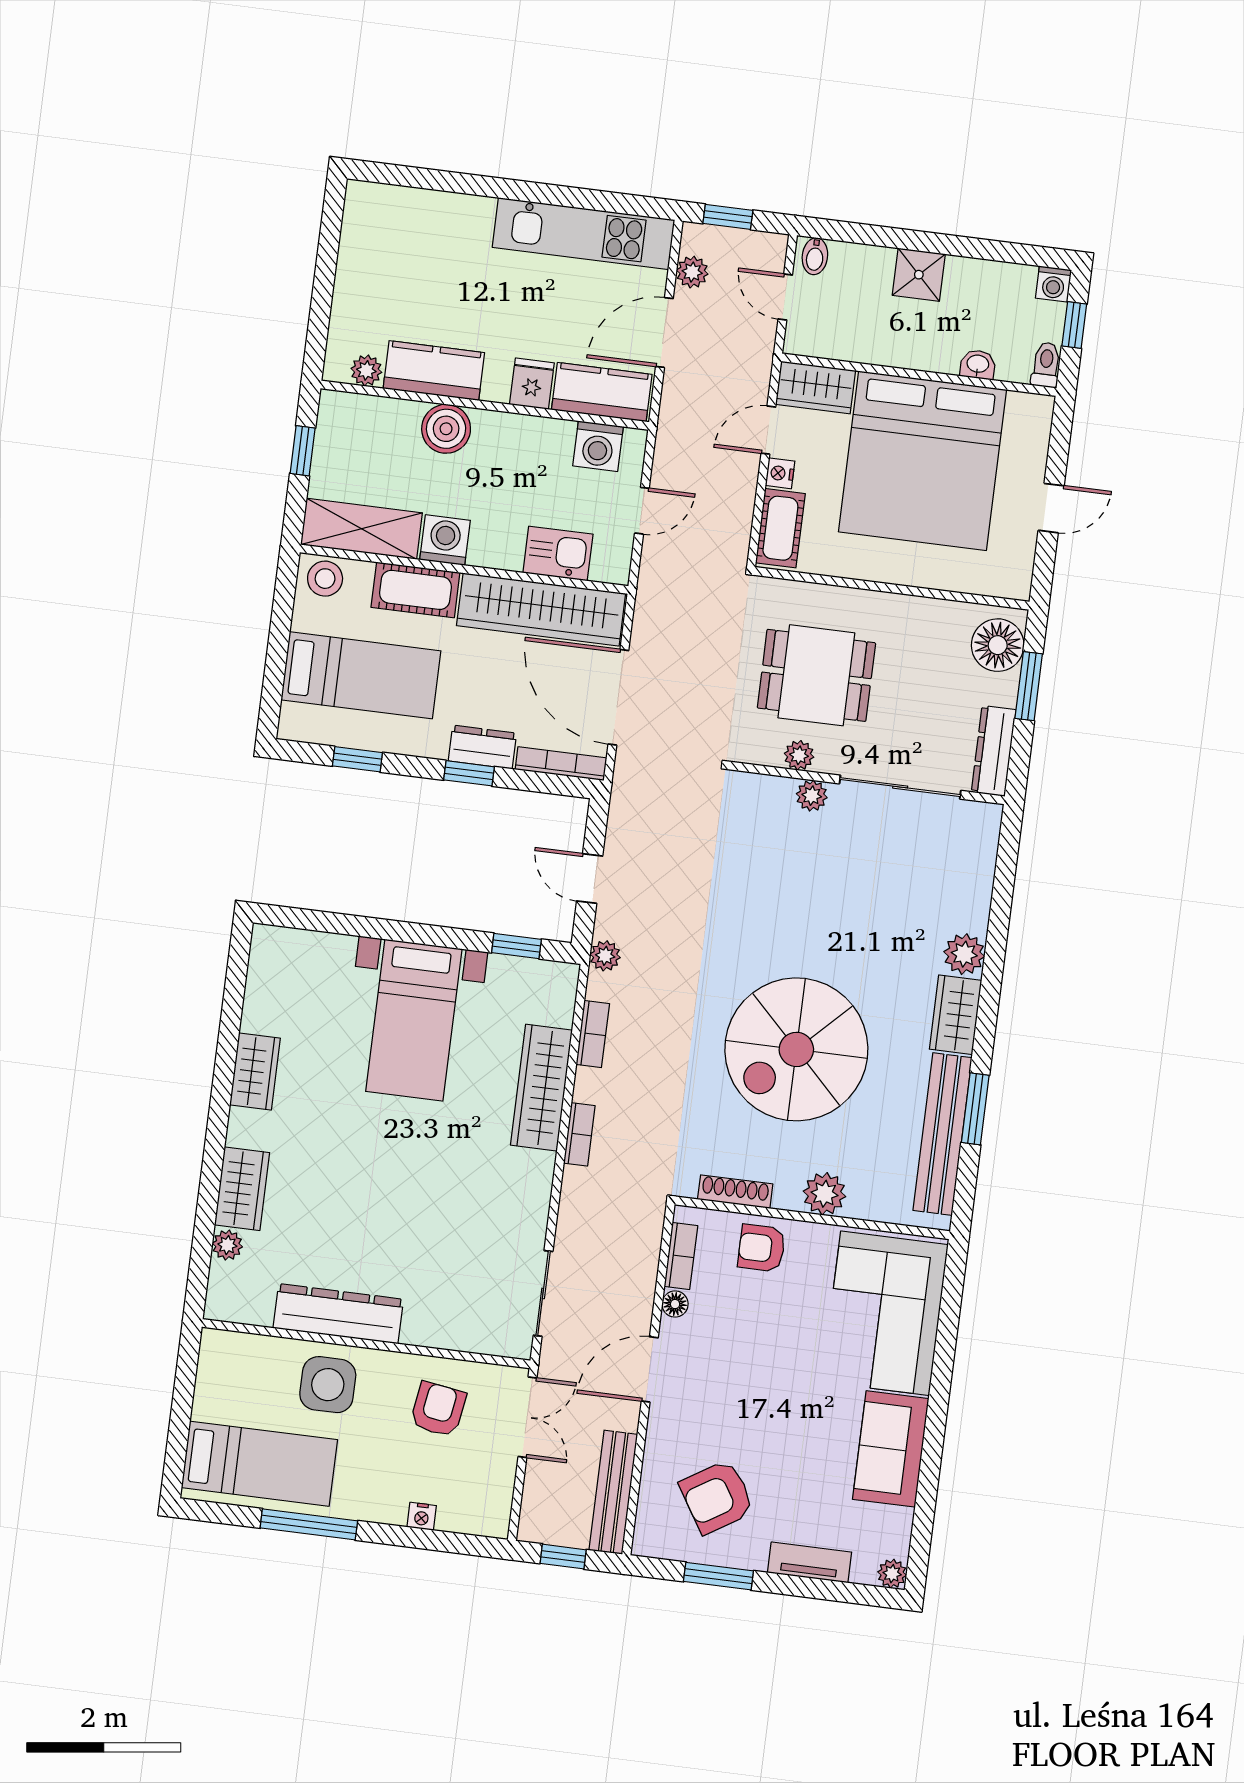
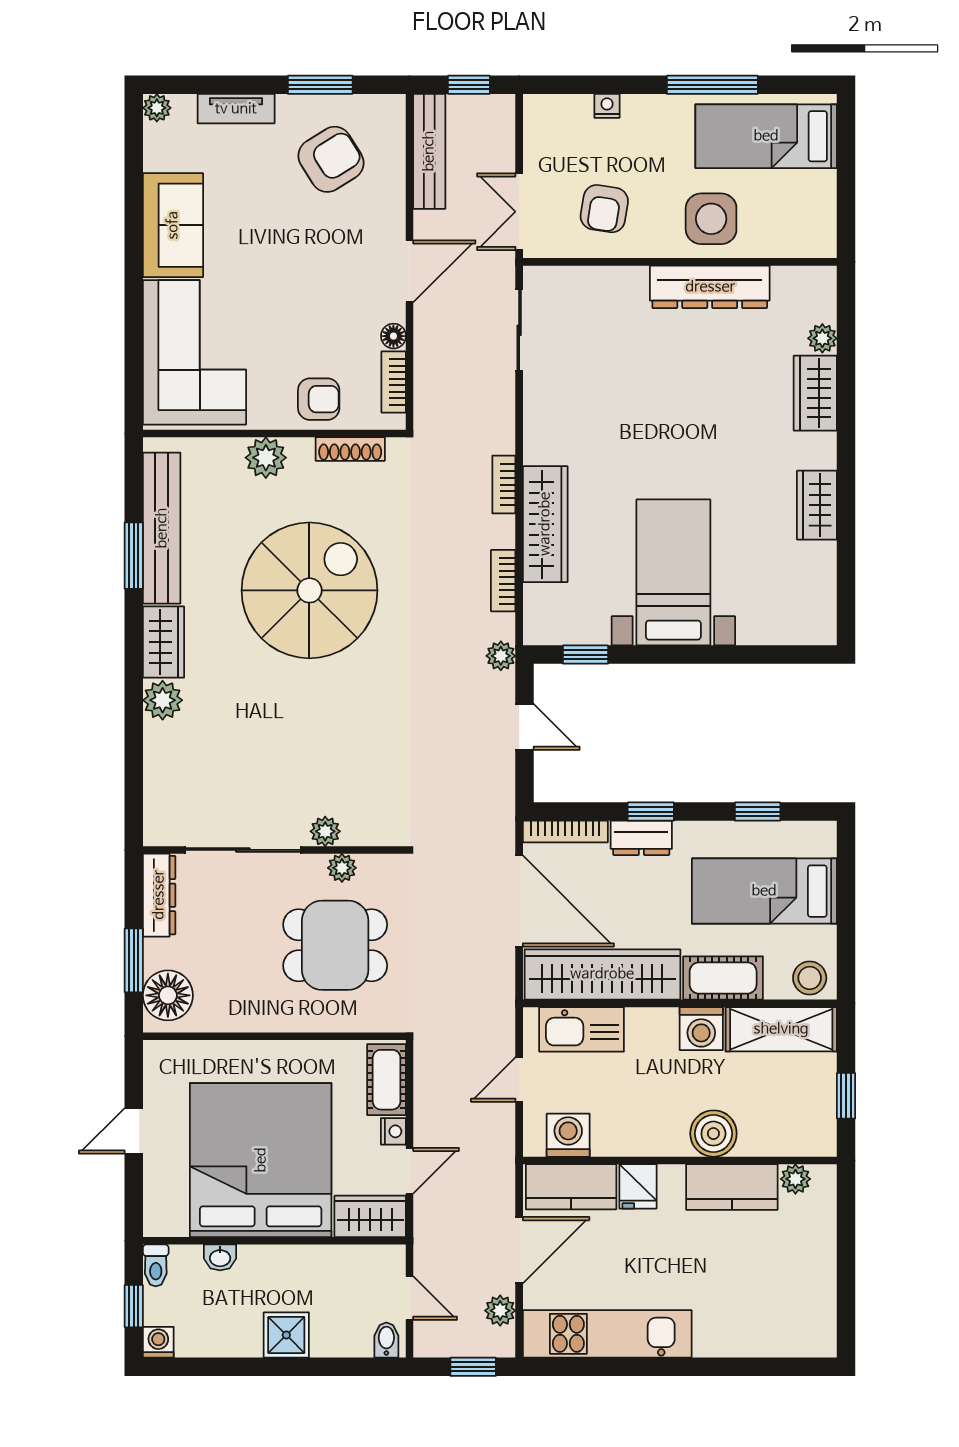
kitchen sink: (558, 553) -> (582, 1029), width x1.38

